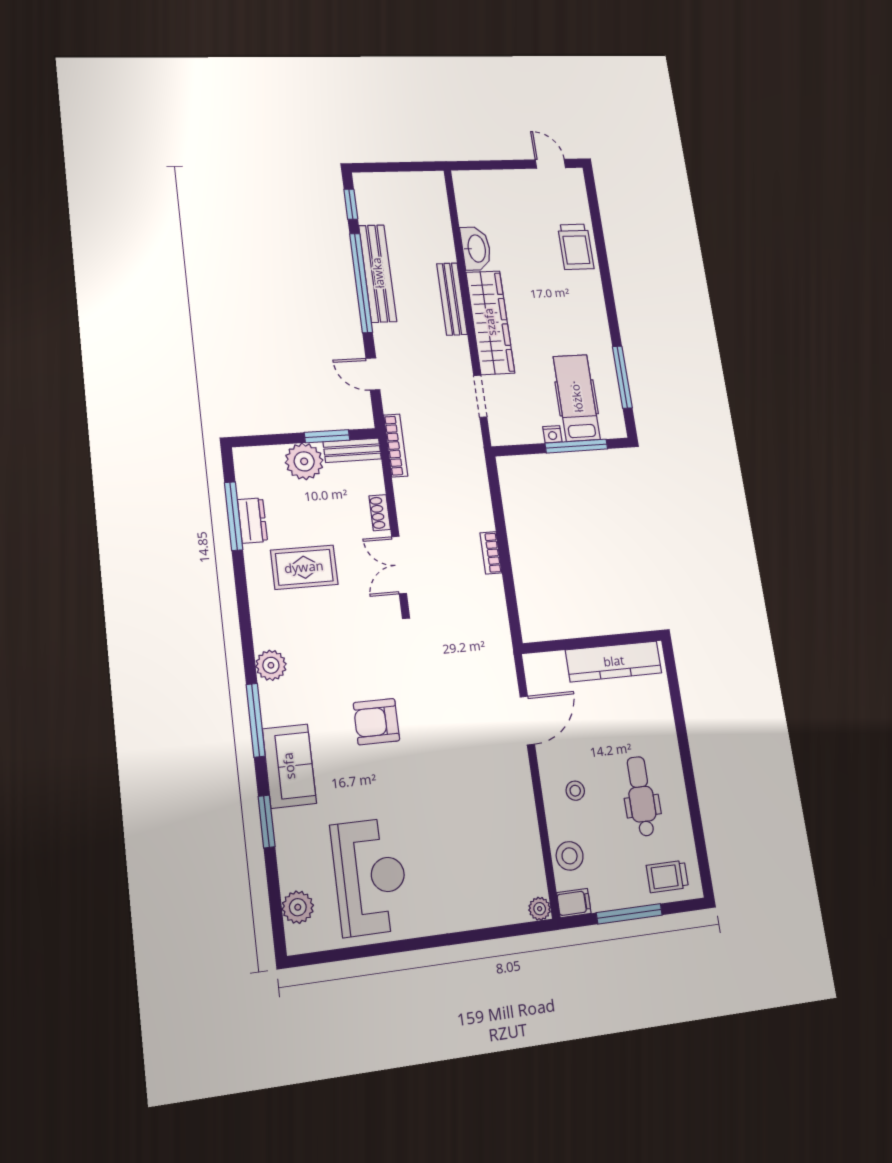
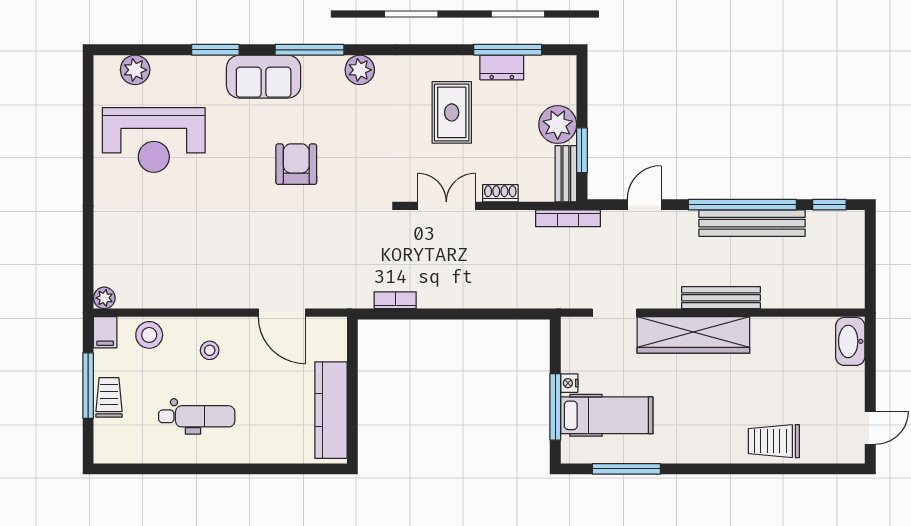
washbasin: (476, 249) -> (850, 341), moved, turned 90
bookcase: (491, 553) -> (395, 300), moved
trolley: (667, 876) -> (109, 397), moved

